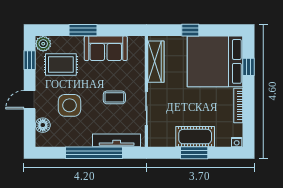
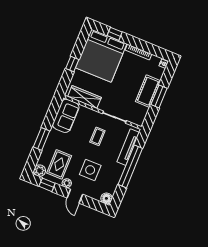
sofa: (106, 48) -> (66, 116), moved
plant: (42, 83) -> (67, 183), added
floor lamp: (43, 125) -> (106, 198), moved

